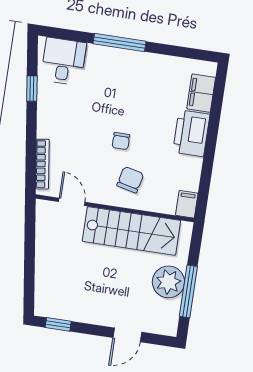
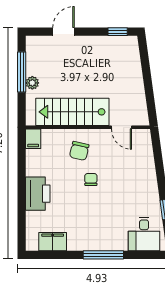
filing cabinet: (201, 93) -> (53, 242), moved, turned -90
bookcase: (42, 164) -> (148, 153), removed
plant: (168, 282) -> (32, 83), width x0.53, depth x0.53

